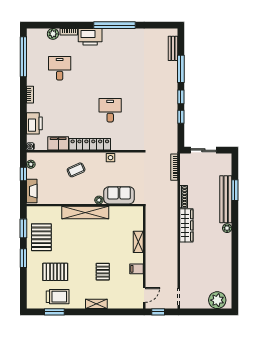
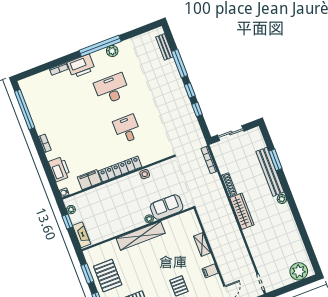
plant: (53, 34) -> (112, 51), moved
desk: (60, 68) -> (112, 89), moved, width x1.37
coffee table: (76, 170) -> (116, 198), removed

